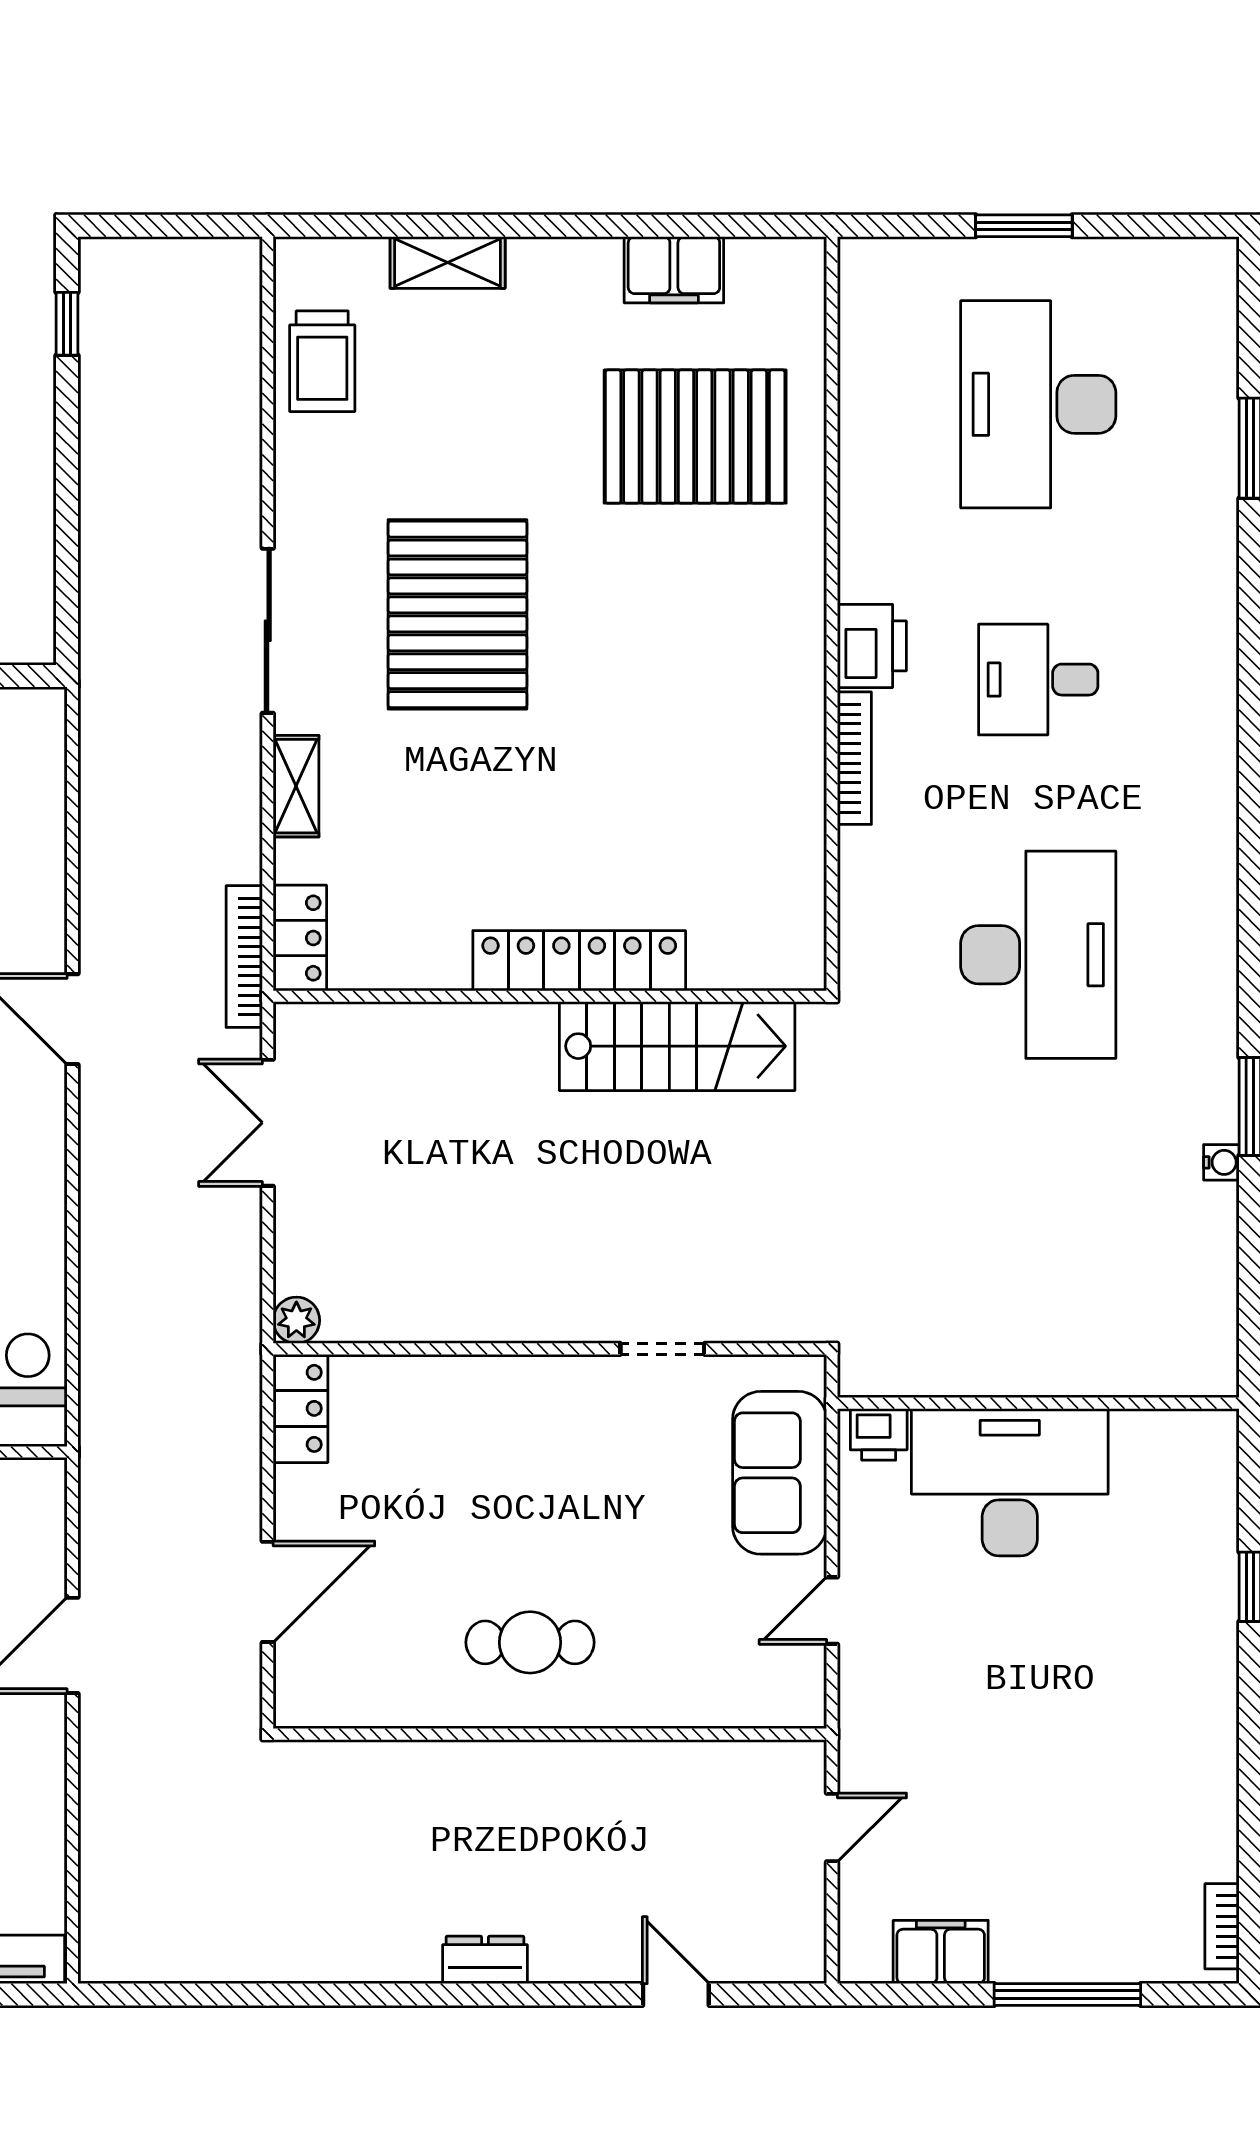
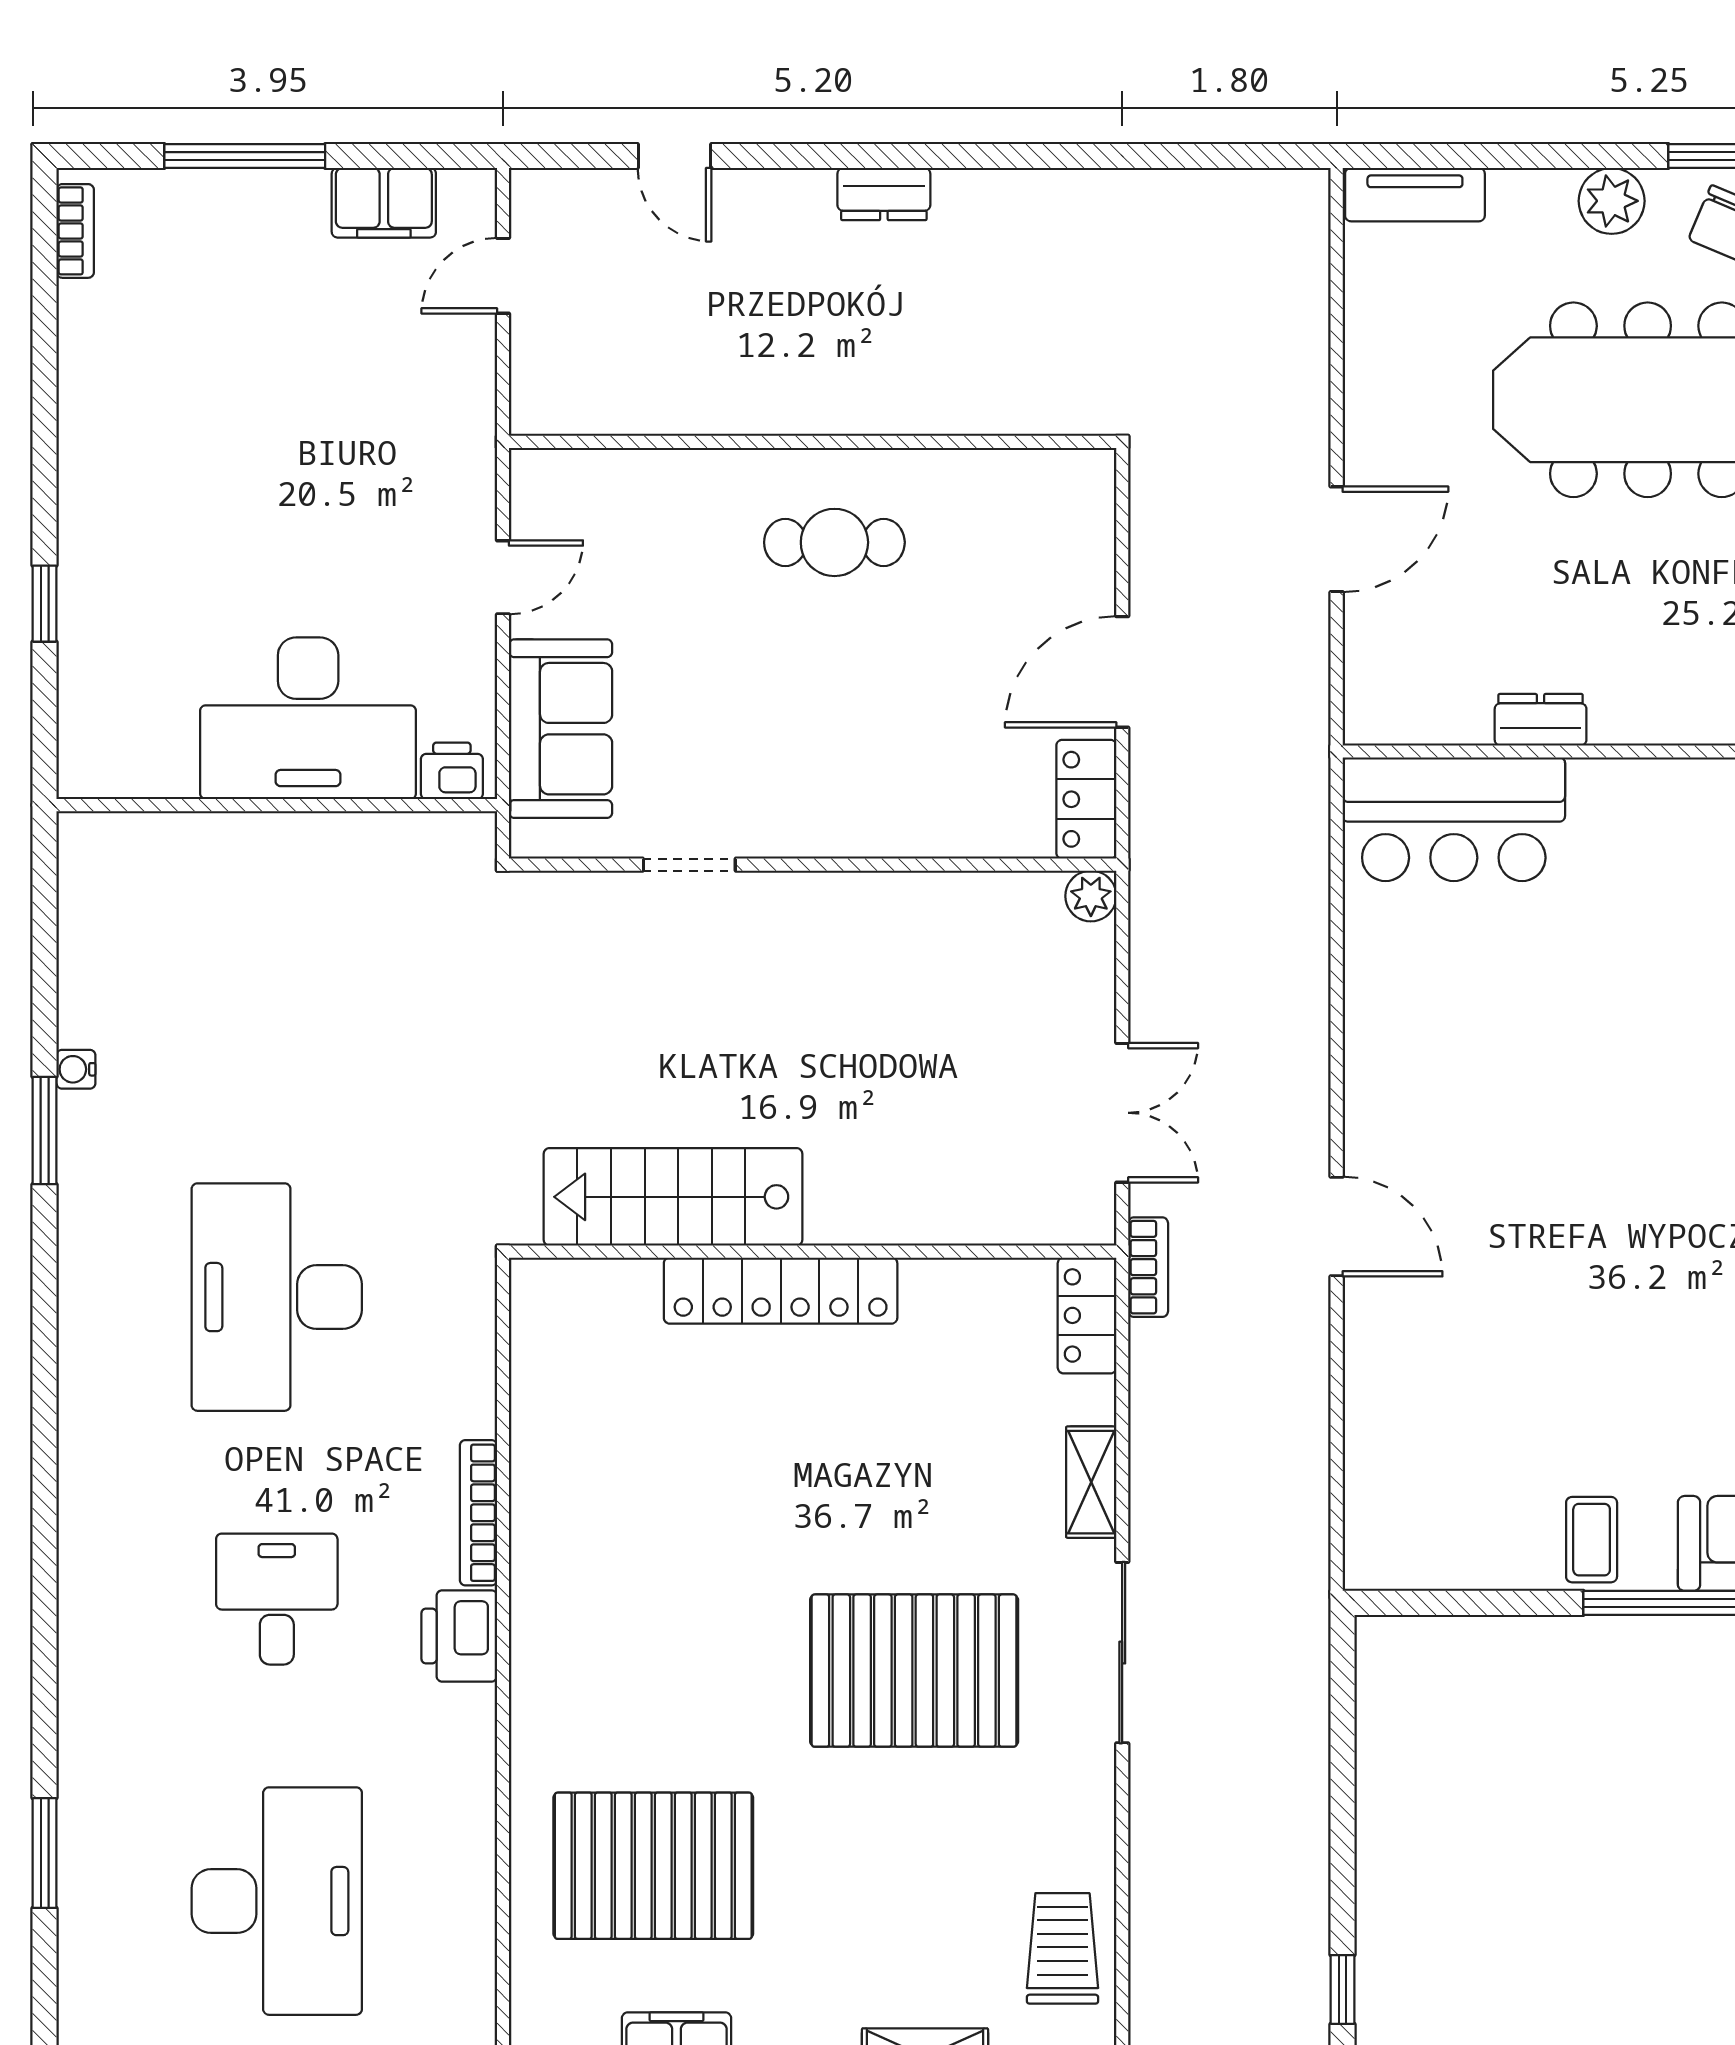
pallet: (457, 614) -> (914, 1671), turned 90
desk: (1038, 680) -> (277, 1599), turned -90
bookcase: (244, 957) -> (1148, 1267), width x0.64
door: (268, 1592) -> (1122, 672), moved
door: (832, 1827) -> (503, 276), moved

